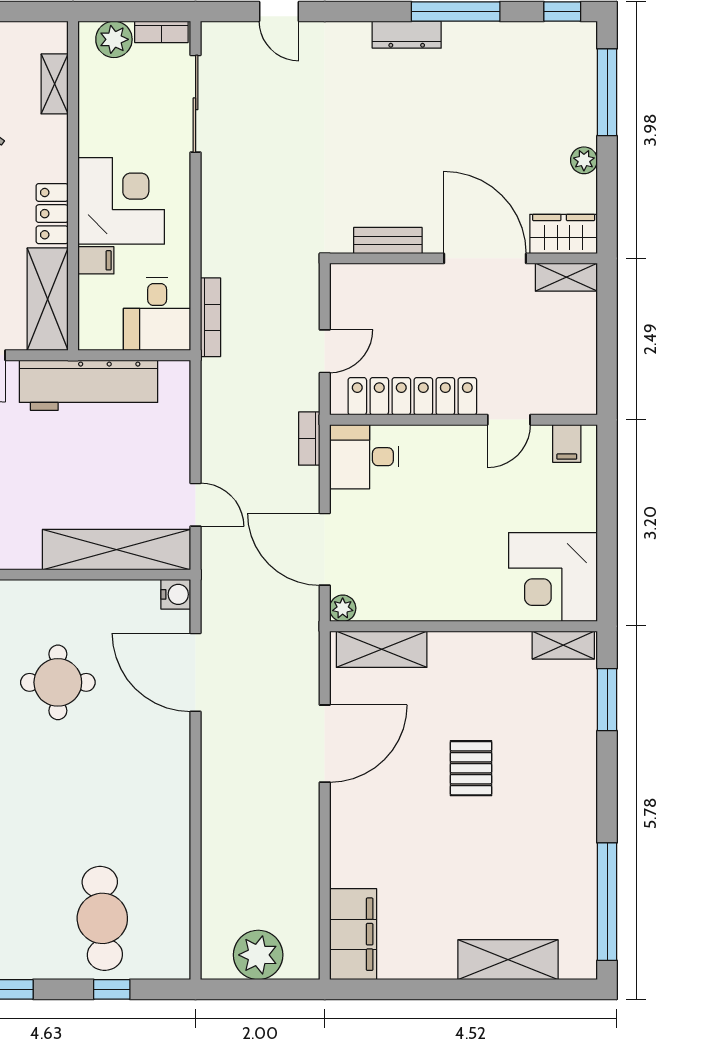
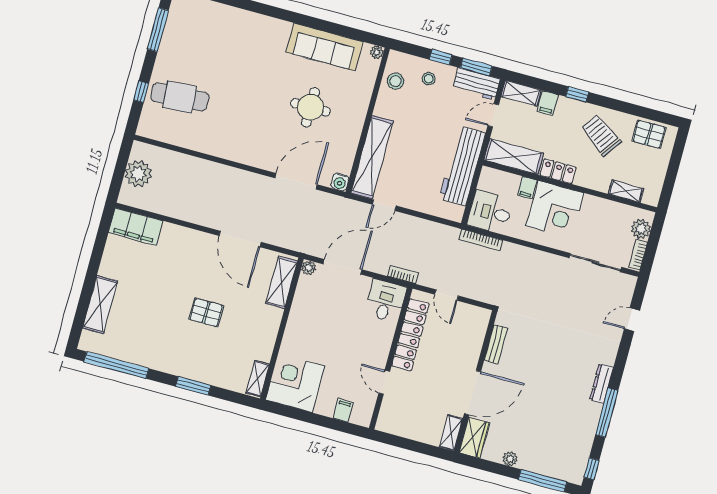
filing cabinet: (567, 443) -> (343, 410), moved, turned 90
window: (607, 700) -> (193, 386), moved

